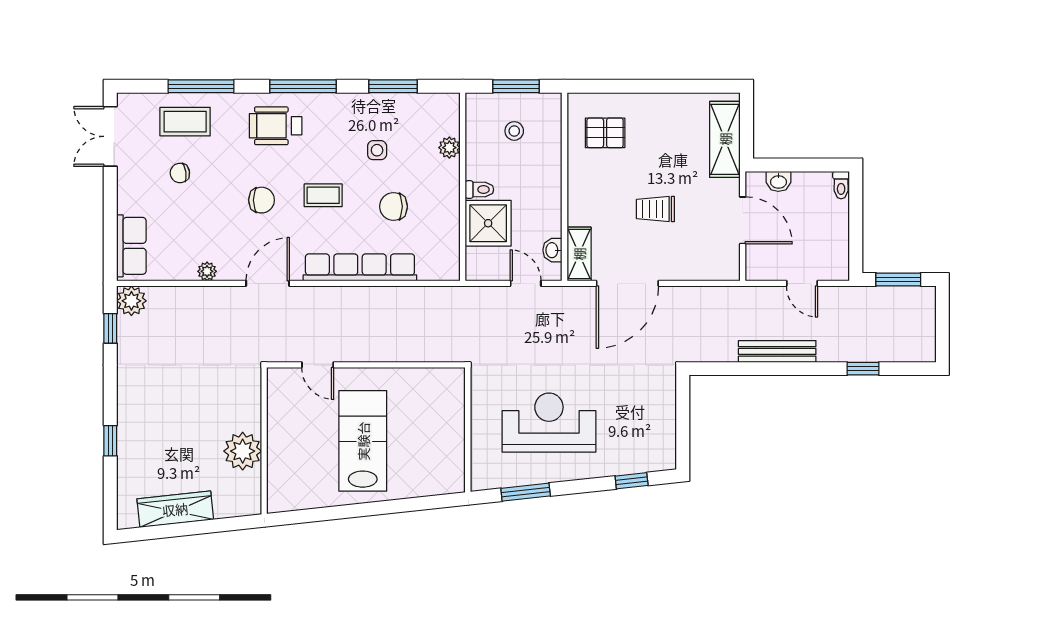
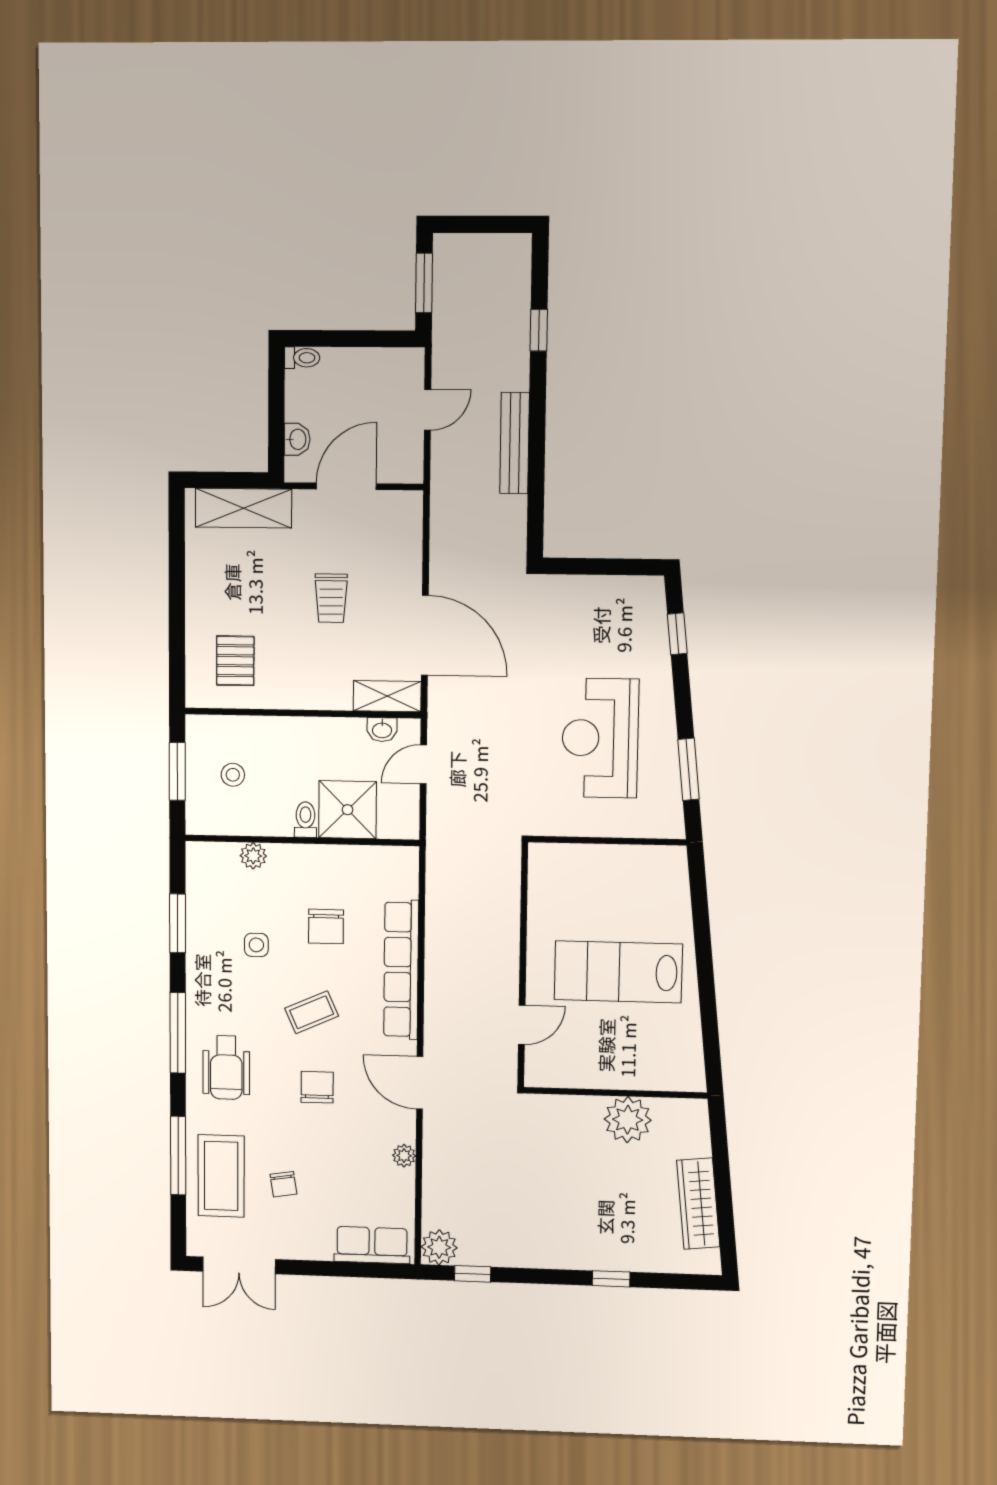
coffee table: (185, 122) -> (221, 1176), width x1.36, depth x1.32
coffee table: (323, 195) -> (312, 1012), turned 66

